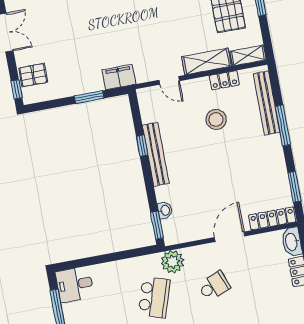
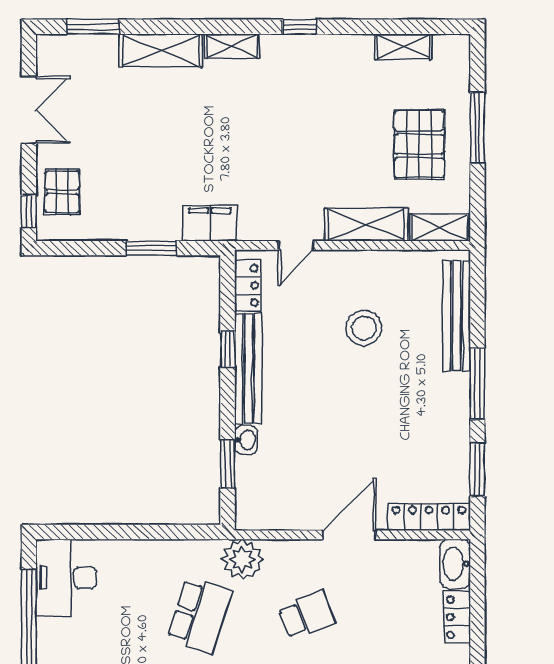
pallet: (33, 75) -> (62, 192), turned 90
door: (169, 80) -> (296, 245), hinge flipped
locker: (224, 80) -> (248, 285), moved, turned -90
window: (283, 125) -> (477, 384), moved
washbasin: (165, 210) -> (246, 440), moved
window: (157, 225) -> (228, 464), moved
desk: (75, 284) -> (66, 578), width x1.37

